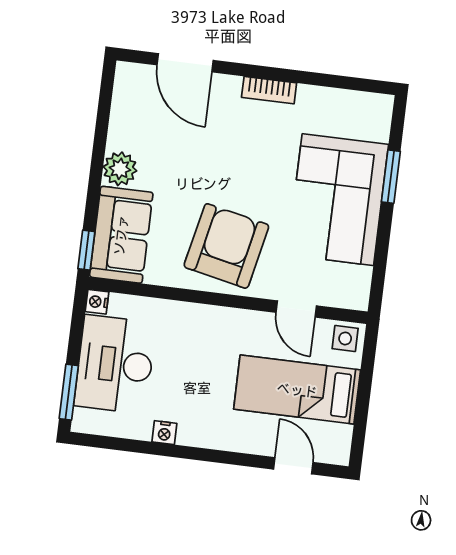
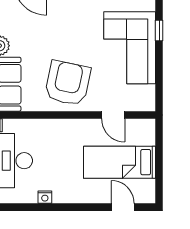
window: (391, 177) -> (159, 30), width x0.67
side table: (345, 338) -> (144, 129), removed

